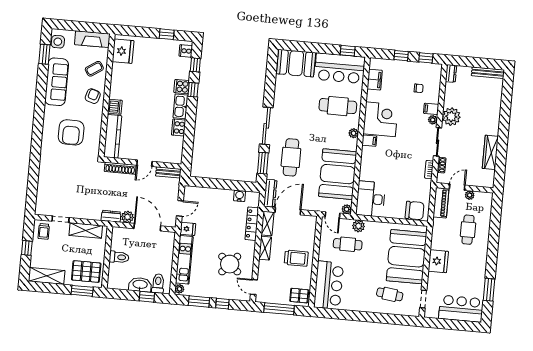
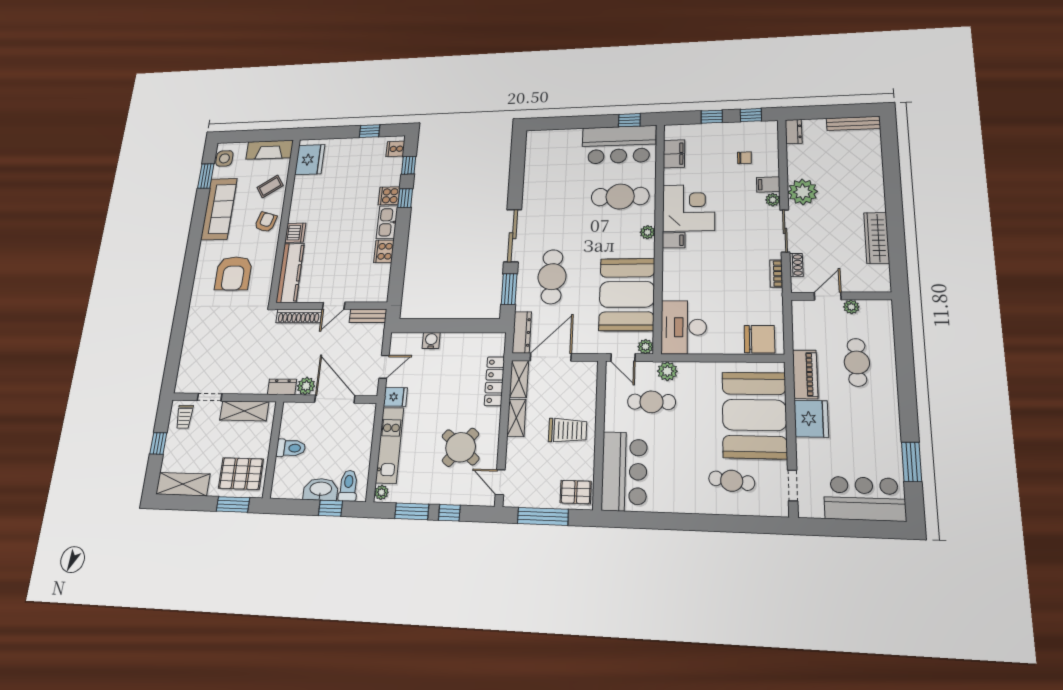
booth: (296, 63) -> (554, 146), removed
water cooler: (239, 196) -> (431, 340), moved
piano: (441, 203) -> (805, 374), moved

